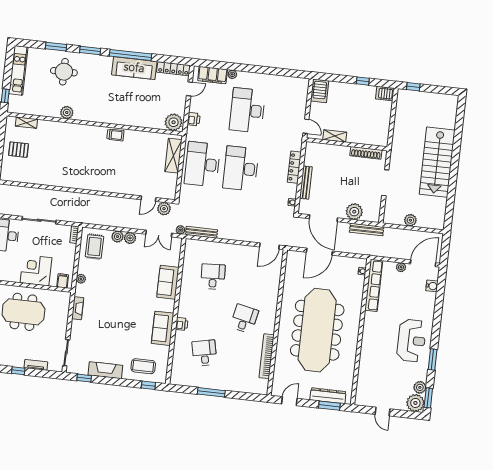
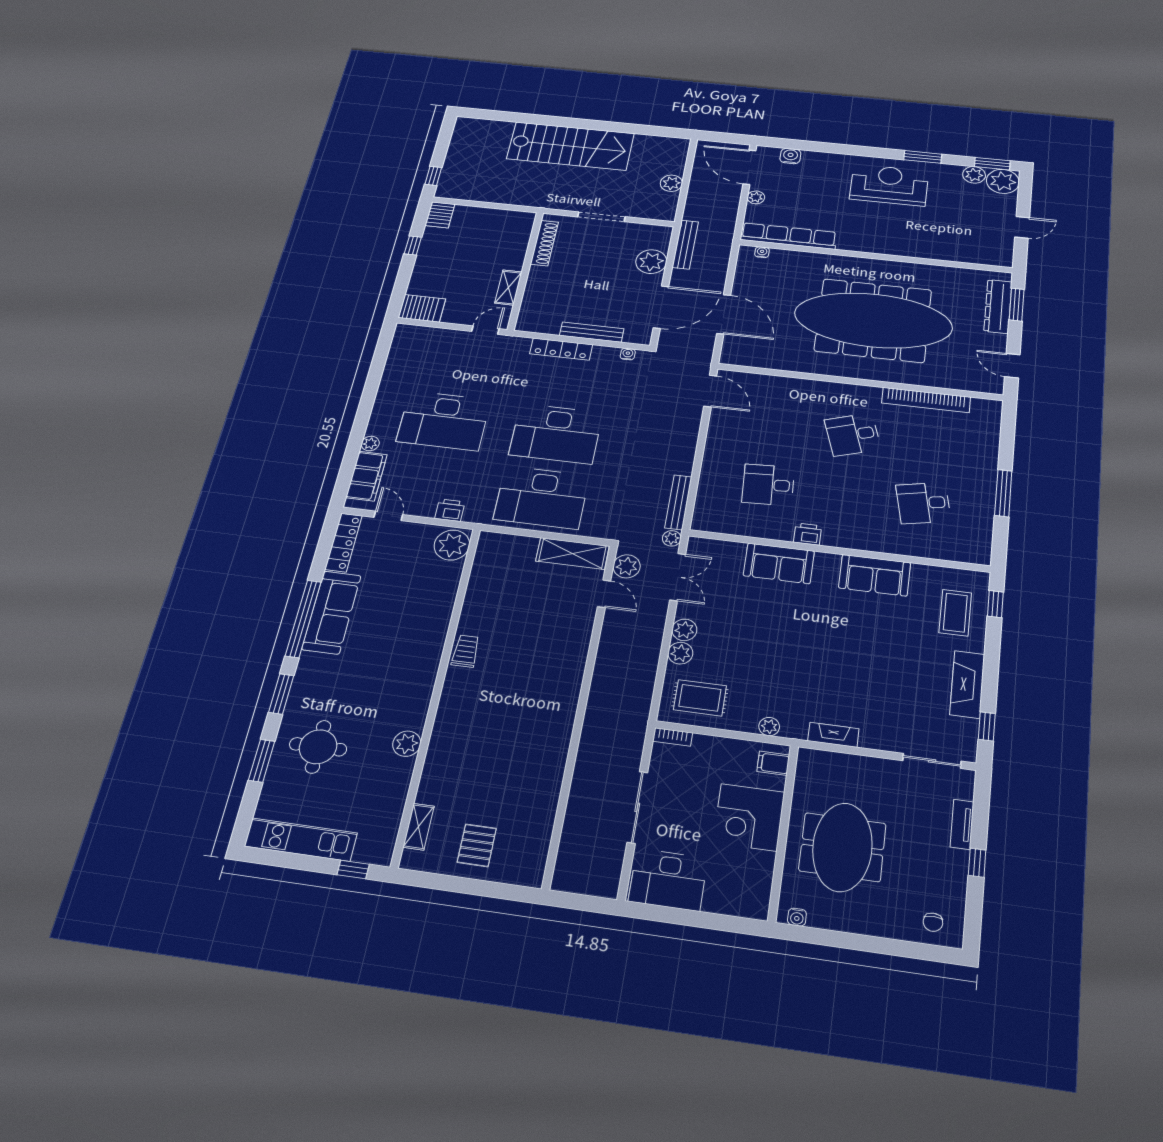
shelving: (173, 156) -> (572, 554), moved
desk: (244, 319) -> (853, 435), turned -30
printer: (182, 324) -> (808, 534), moved

